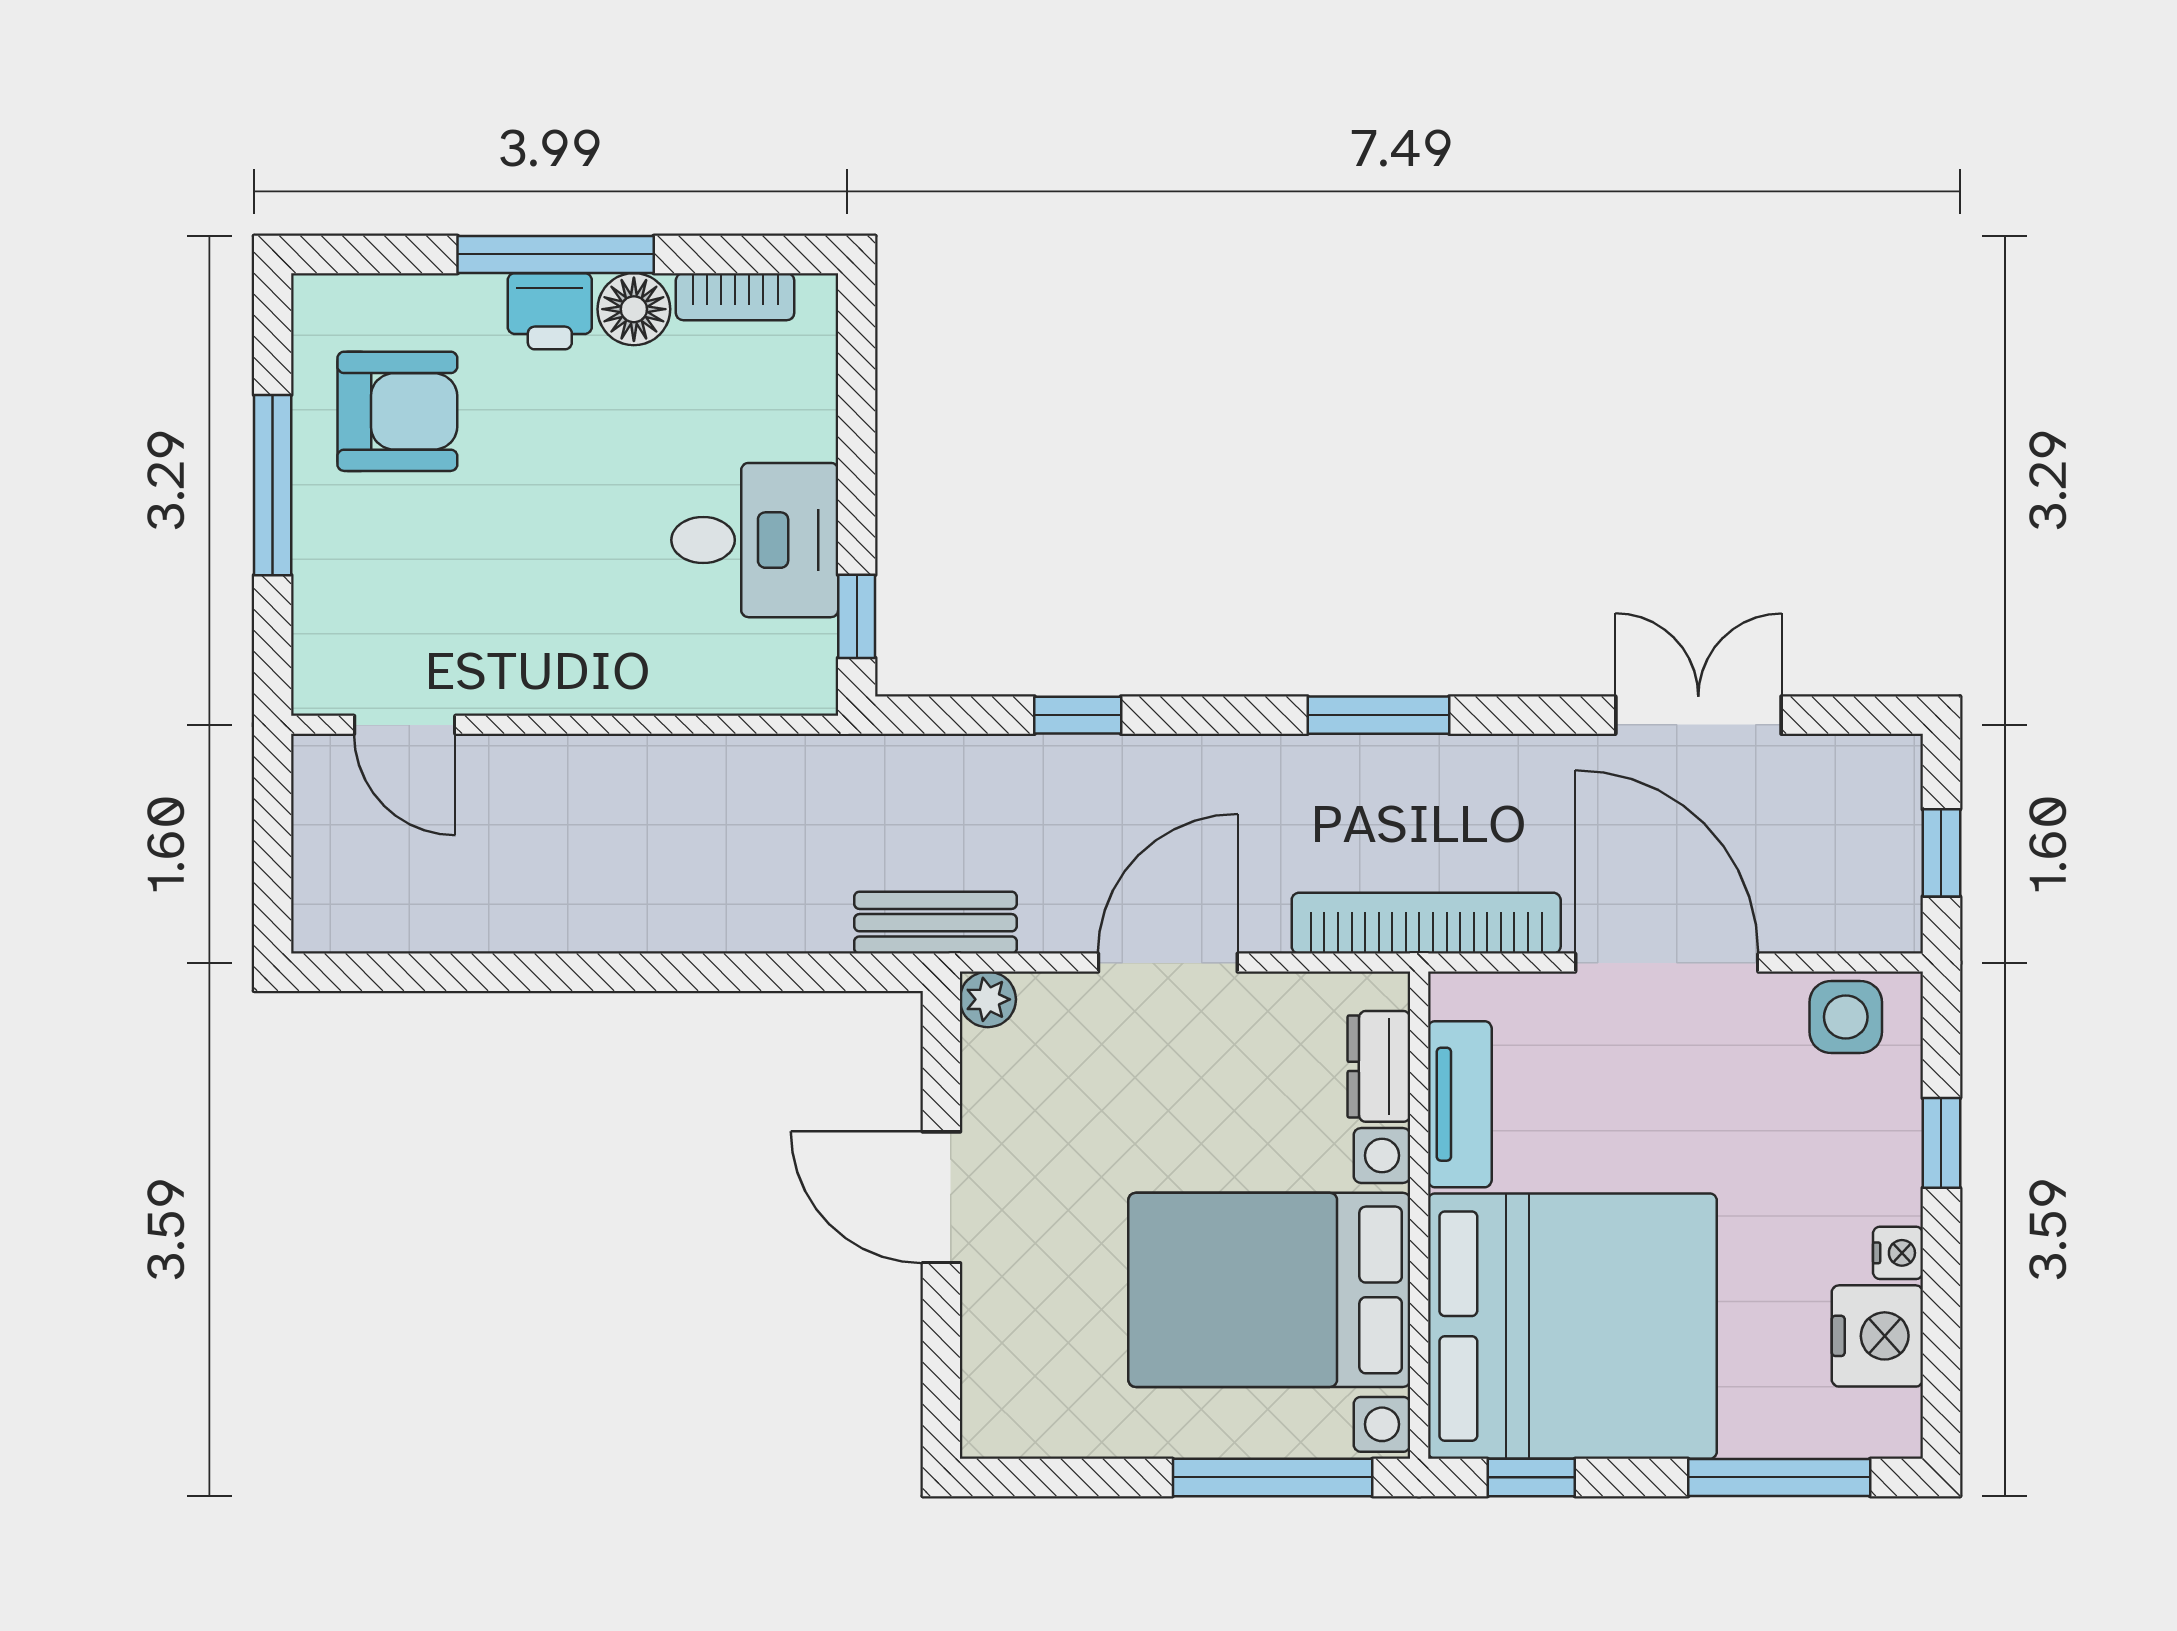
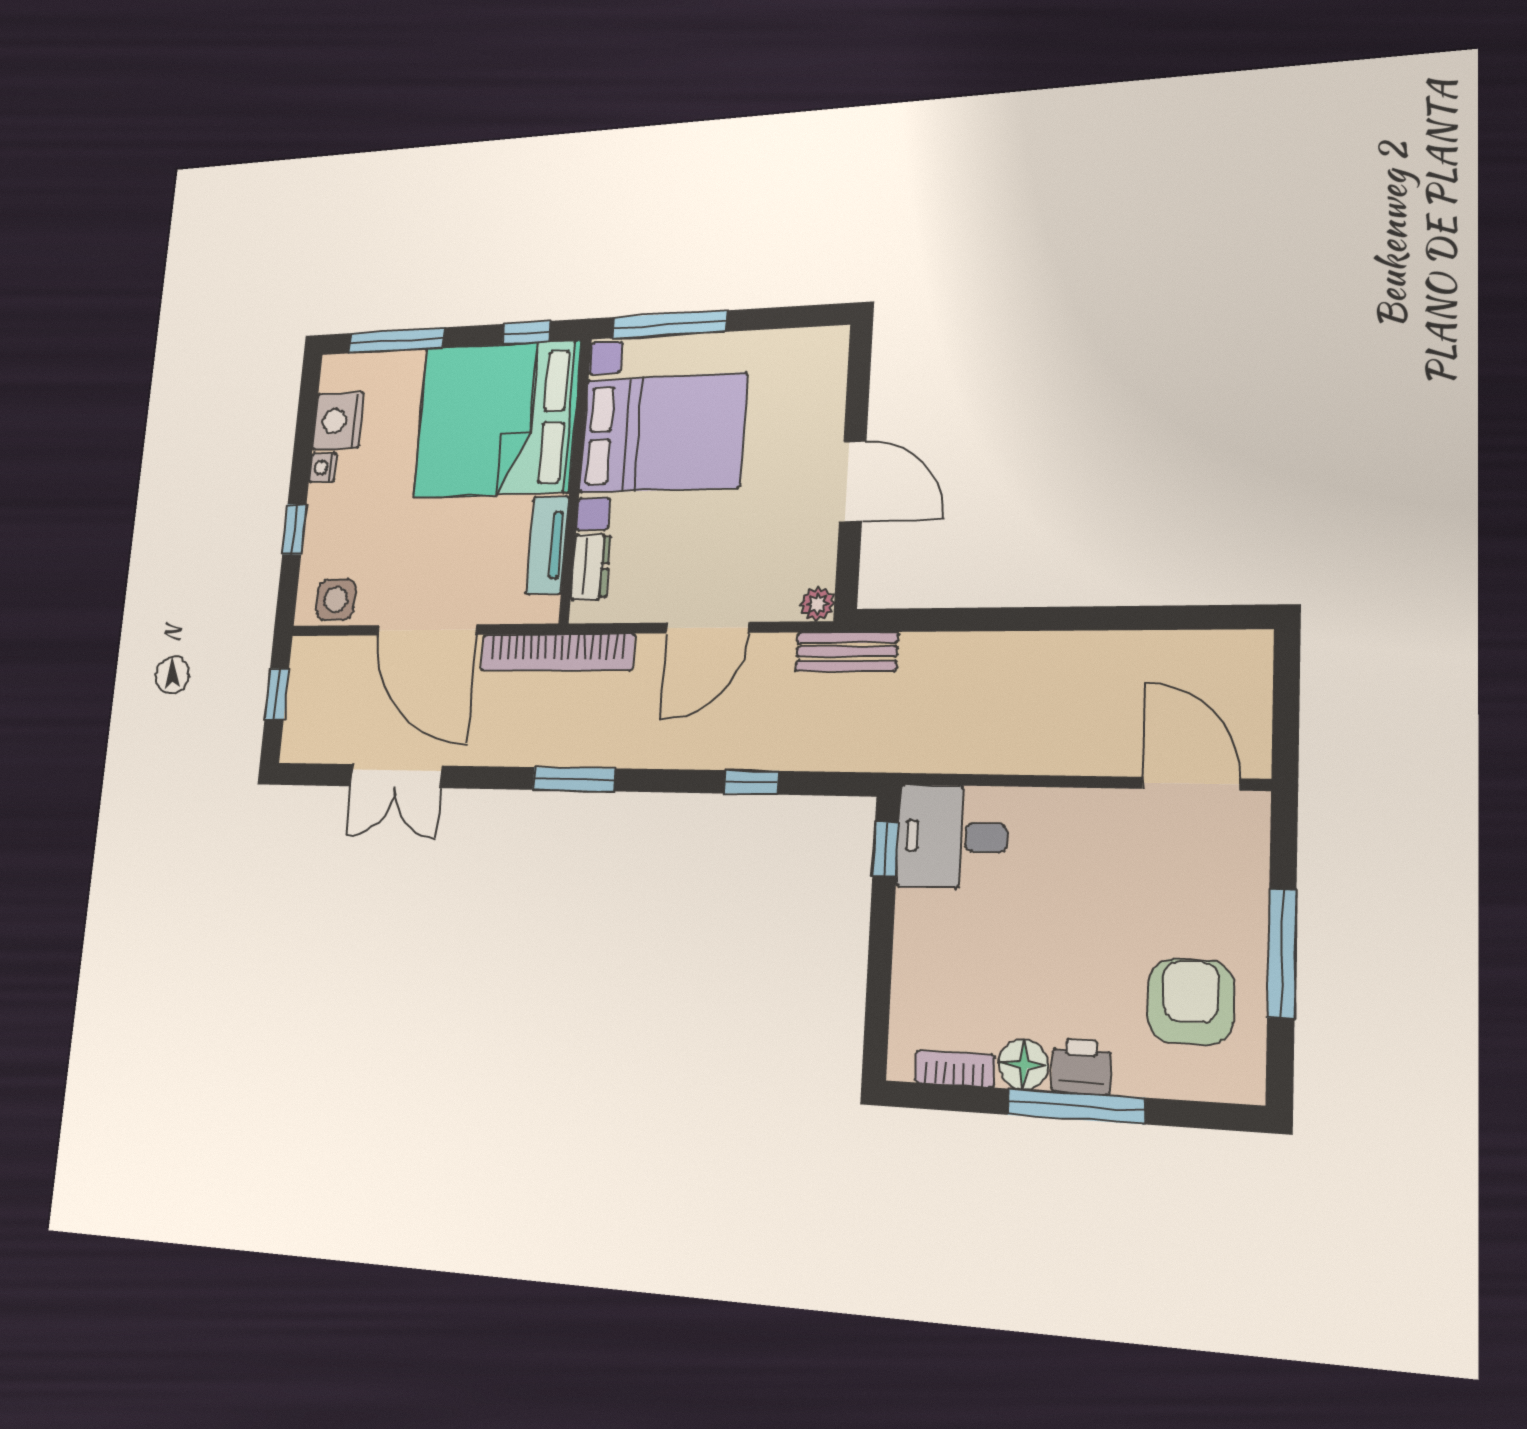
armchair: (397, 411) -> (1191, 1002), turned 90
desk: (755, 540) -> (952, 837), moved
door: (405, 725) -> (1191, 784), width x1.38

